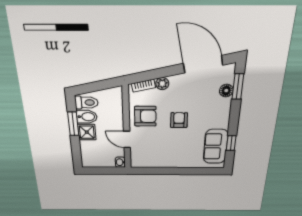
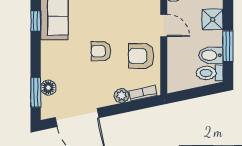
armchair: (179, 120) -> (101, 51), turned 90
shower: (87, 132) -> (213, 20), moved

